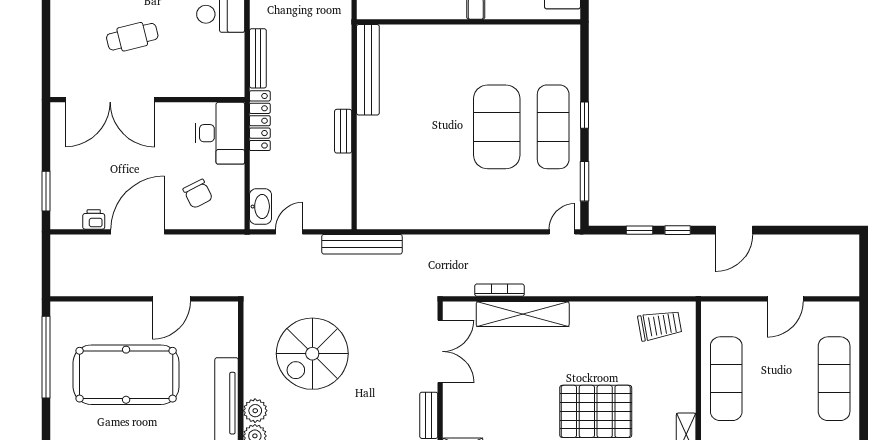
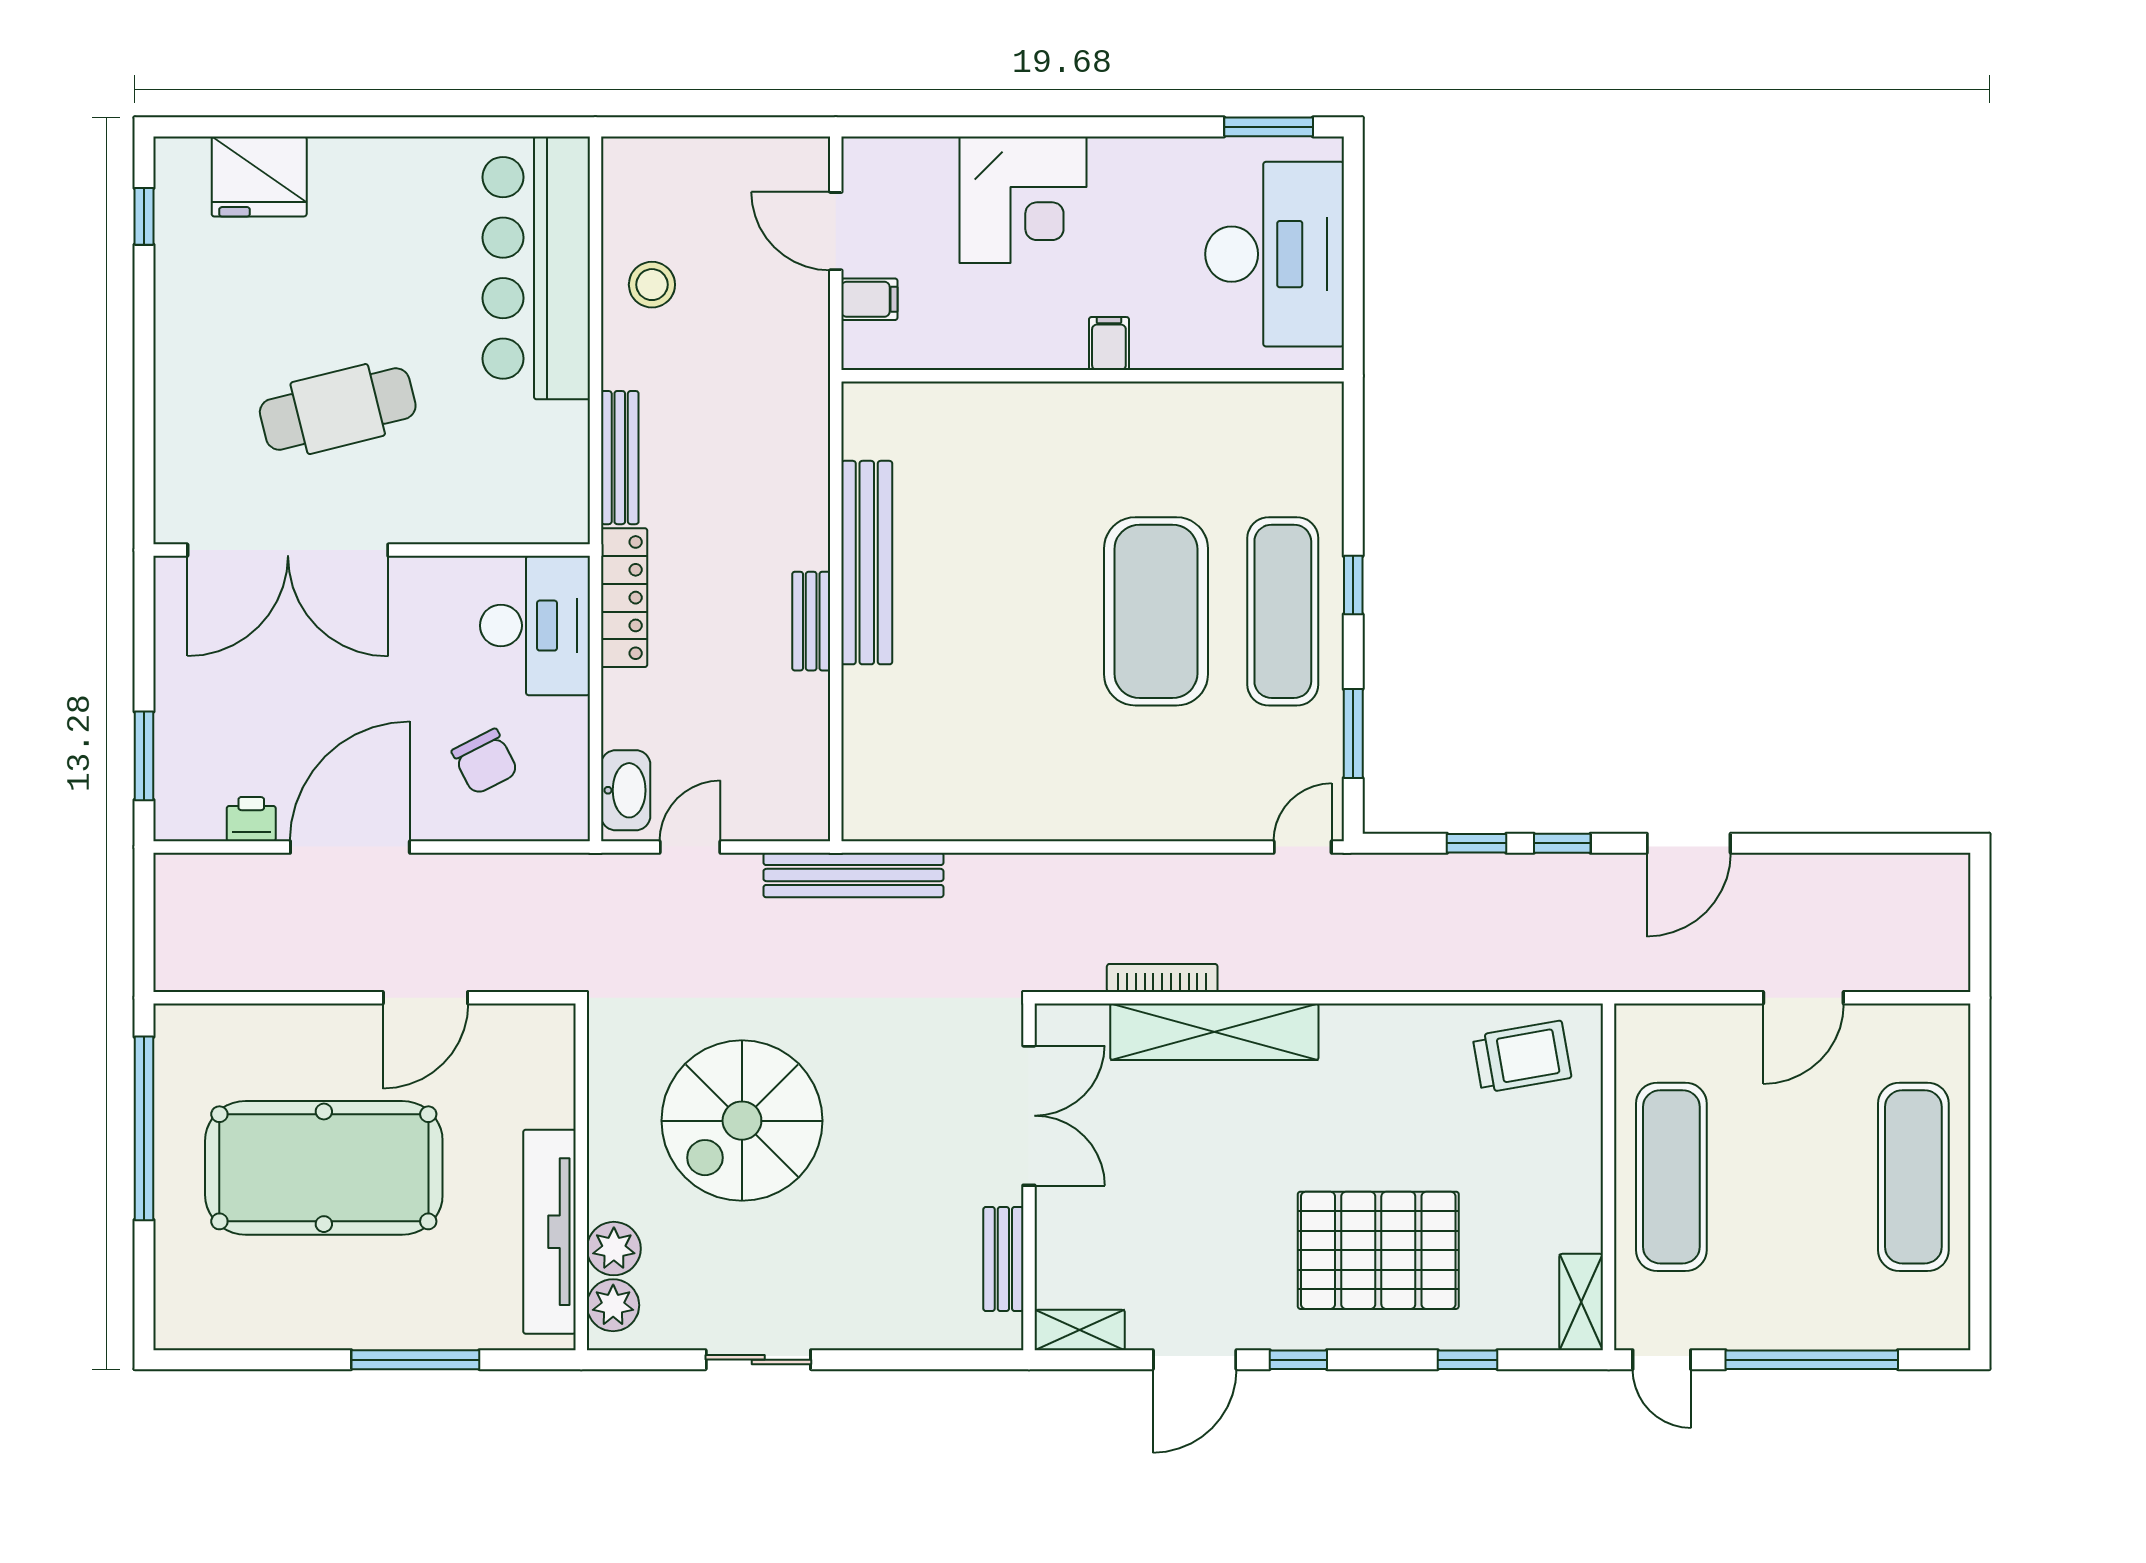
cafe table: (132, 37) -> (338, 409), width x1.37, depth x1.35
bench: (368, 70) -> (867, 563), moved

